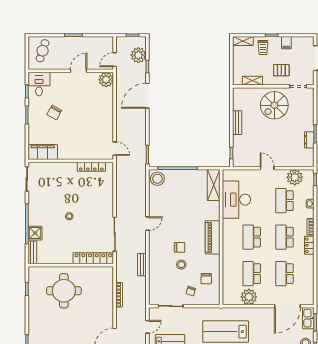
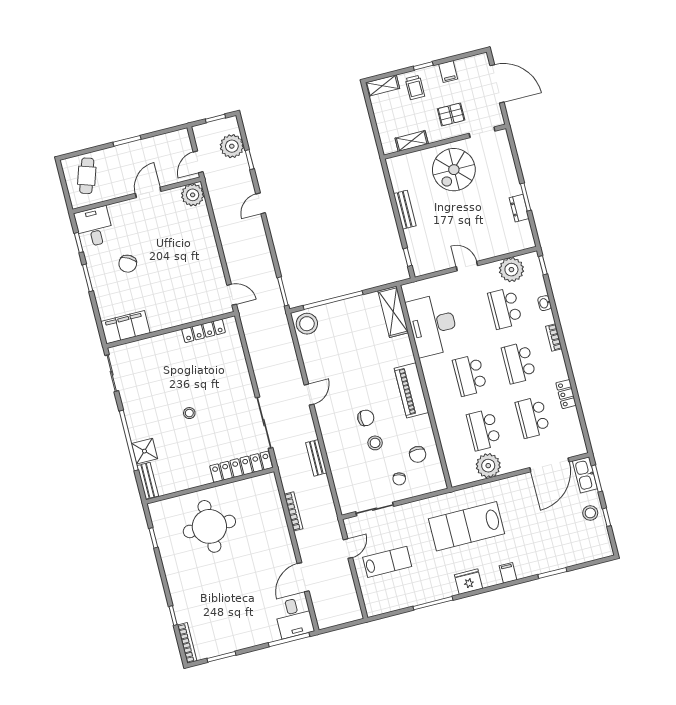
door: (147, 96) -> (261, 203), width x0.53
locker: (309, 245) -> (566, 394), moved

